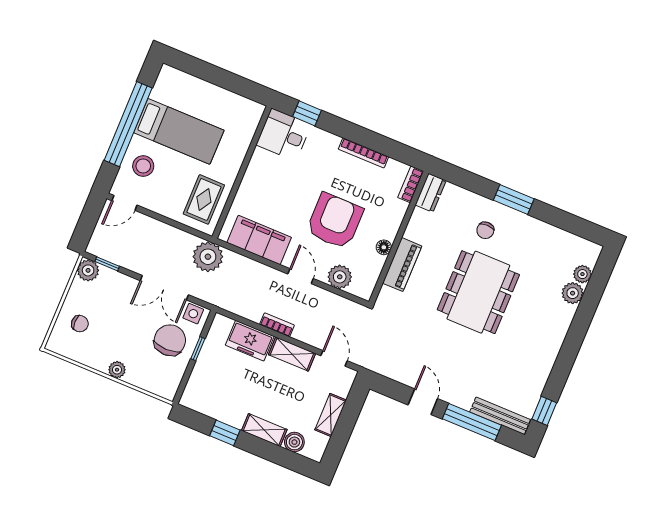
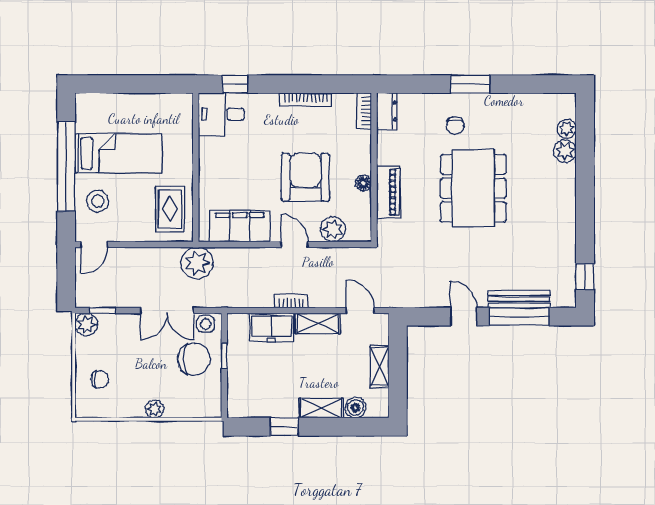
chair: (170, 340) -> (194, 359), turned 90
bench: (500, 416) -> (519, 299), moved

